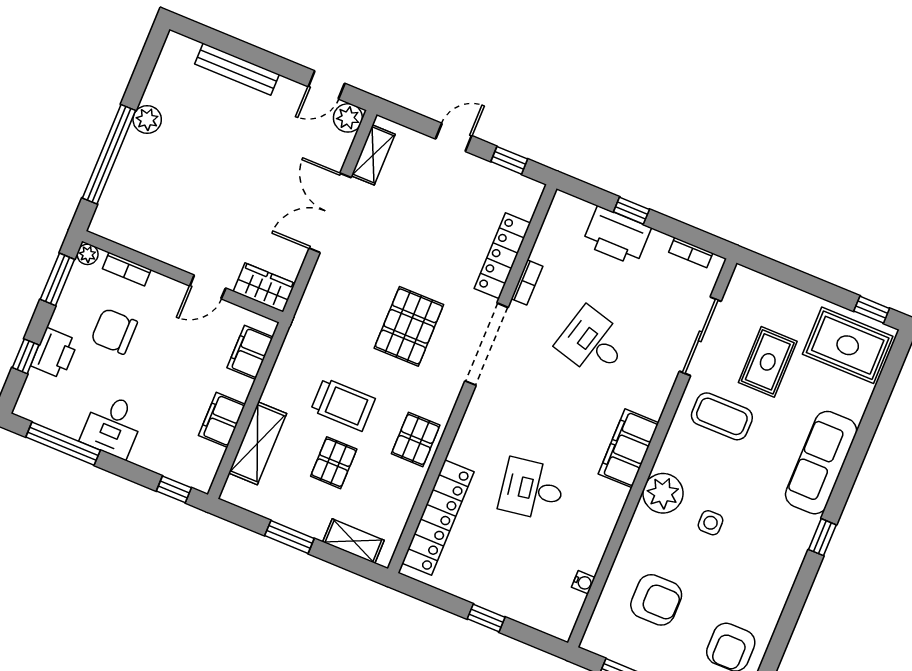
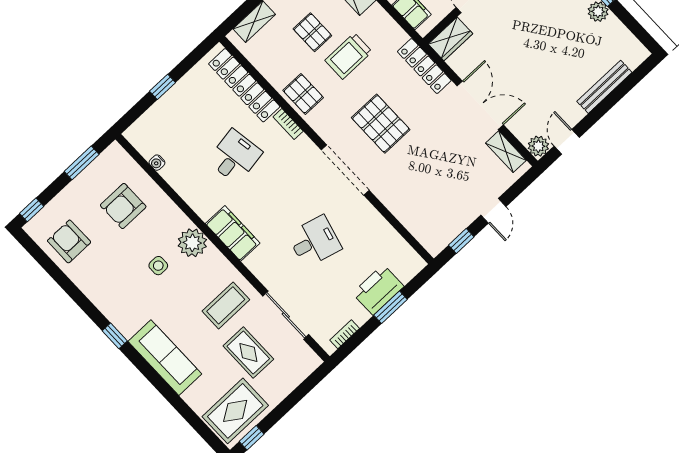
window: (631, 211) -> (391, 307), width x1.50
locker: (502, 256) -> (424, 66), moved, turned 180
bookcase: (527, 282) -> (288, 124), moved

